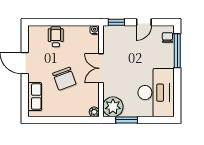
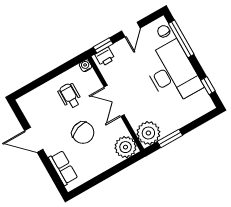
printer: (113, 32) -> (105, 57), added
wheelchair: (56, 37) -> (70, 96), moved
desk: (156, 93) -> (172, 73), moved
window: (177, 97) -> (208, 86), added
plant: (94, 112) -> (126, 147), width x1.88, depth x1.88

